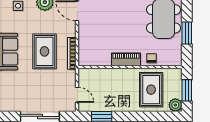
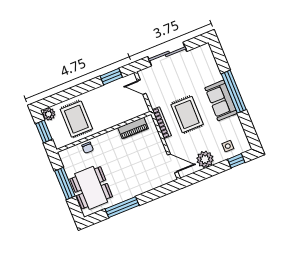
window: (187, 33) -> (65, 183), width x1.44
piano: (126, 59) -> (133, 128), moved

